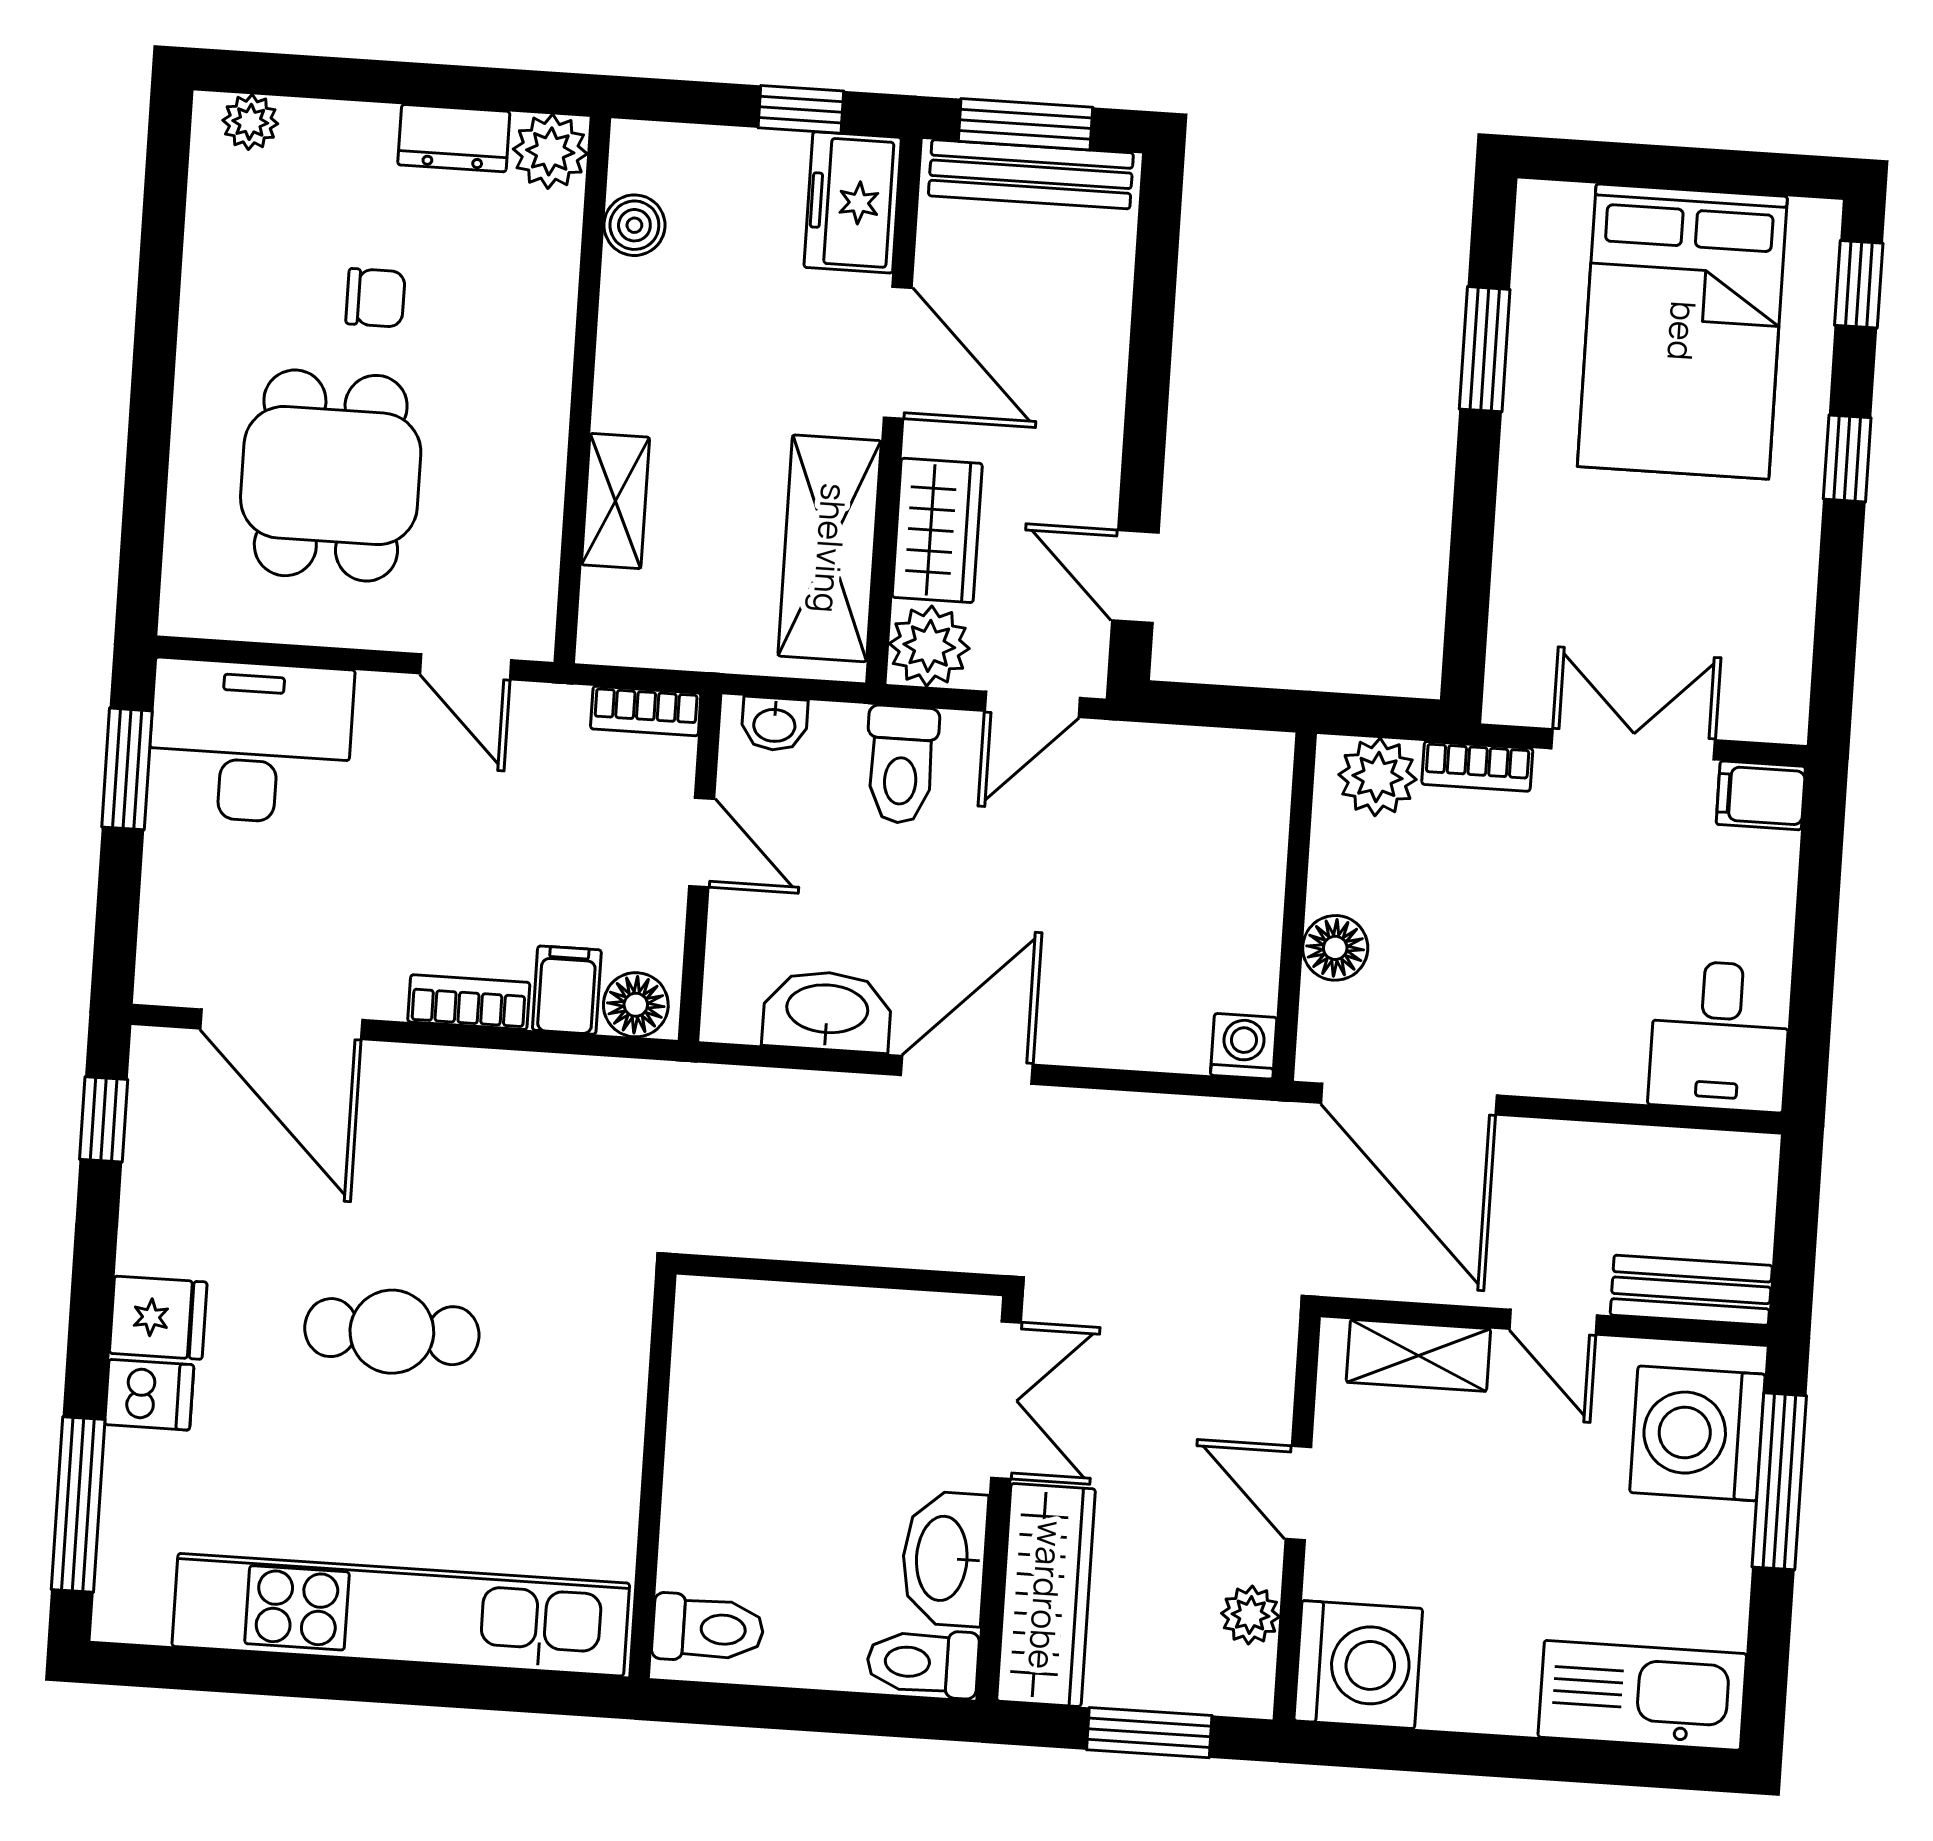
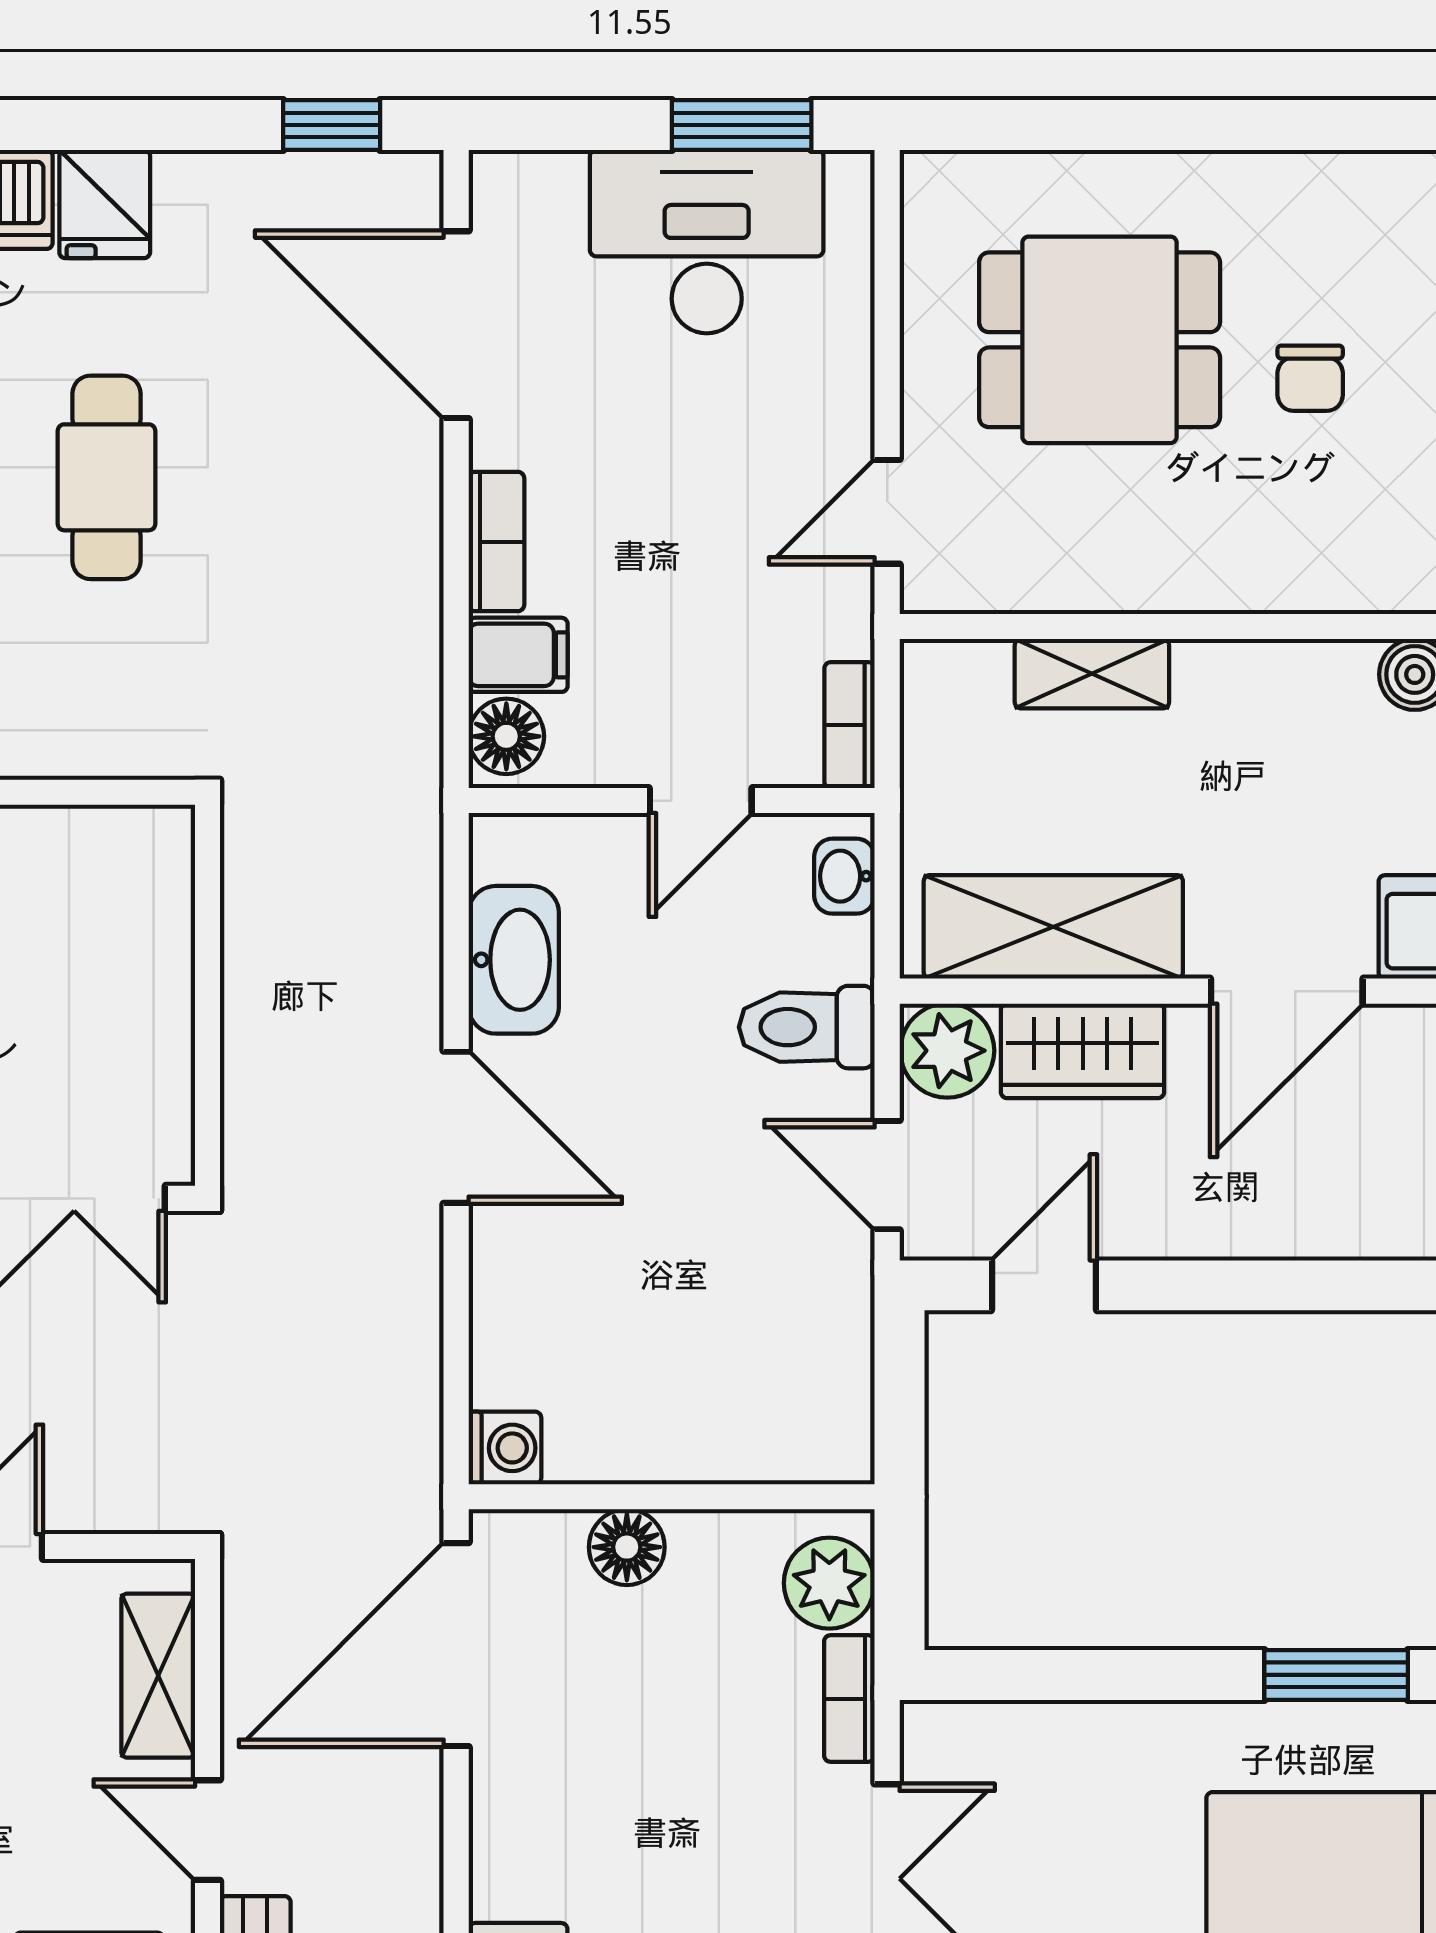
desk: (250, 742) -> (707, 242), moved, turned -90
door: (281, 1024) -> (456, 325), hinge flipped
door: (1553, 1322) -> (208, 1830), hinge flipped

